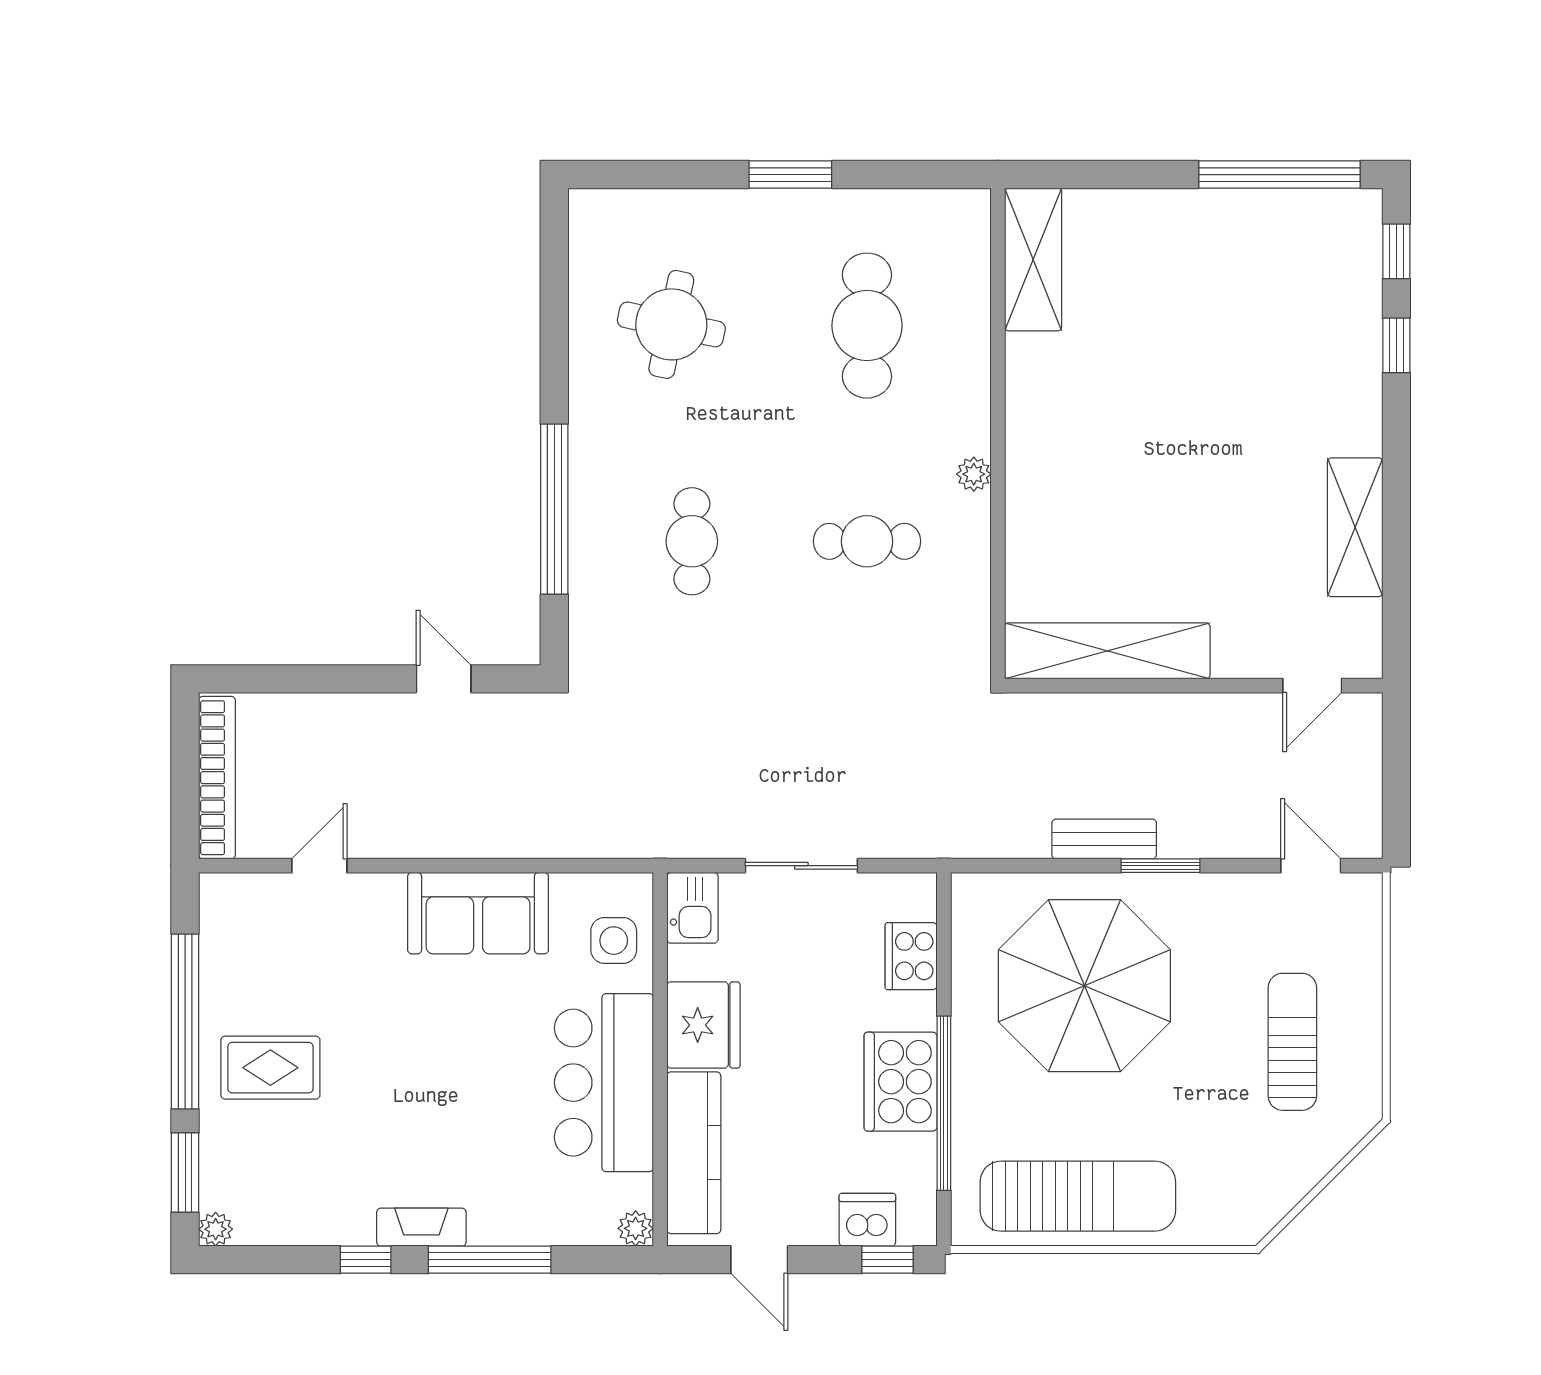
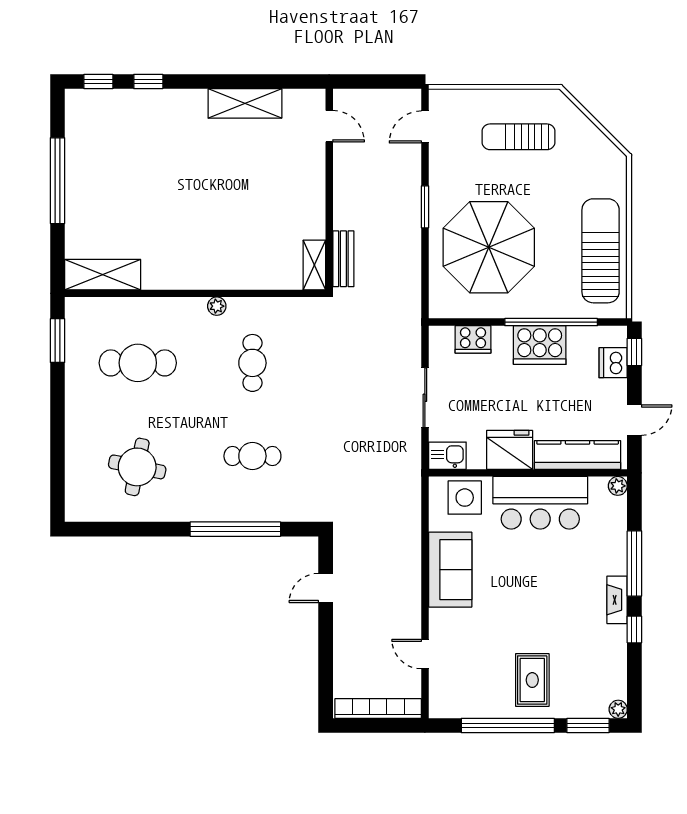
window: (790, 175) -> (57, 341), moved
window: (1279, 175) -> (57, 181), moved
shelving: (1107, 651) -> (314, 265), width x0.45, depth x0.75
bench: (1104, 839) -> (343, 259), moved
side table: (614, 941) -> (465, 498), width x1.37, depth x1.37

